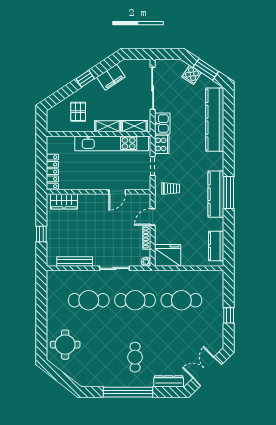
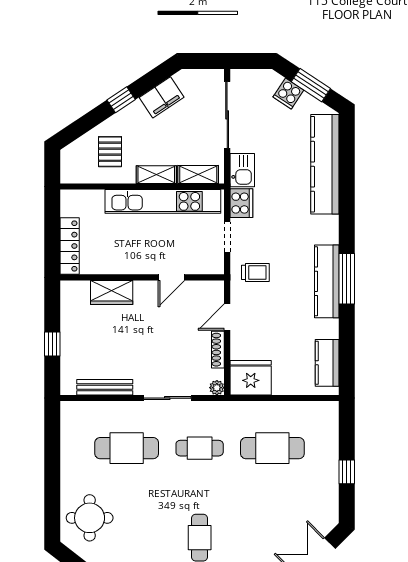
wardrobe: (64, 201) -> (112, 293), moved
cafe table: (135, 300) -> (200, 448), width x0.73, depth x0.74

